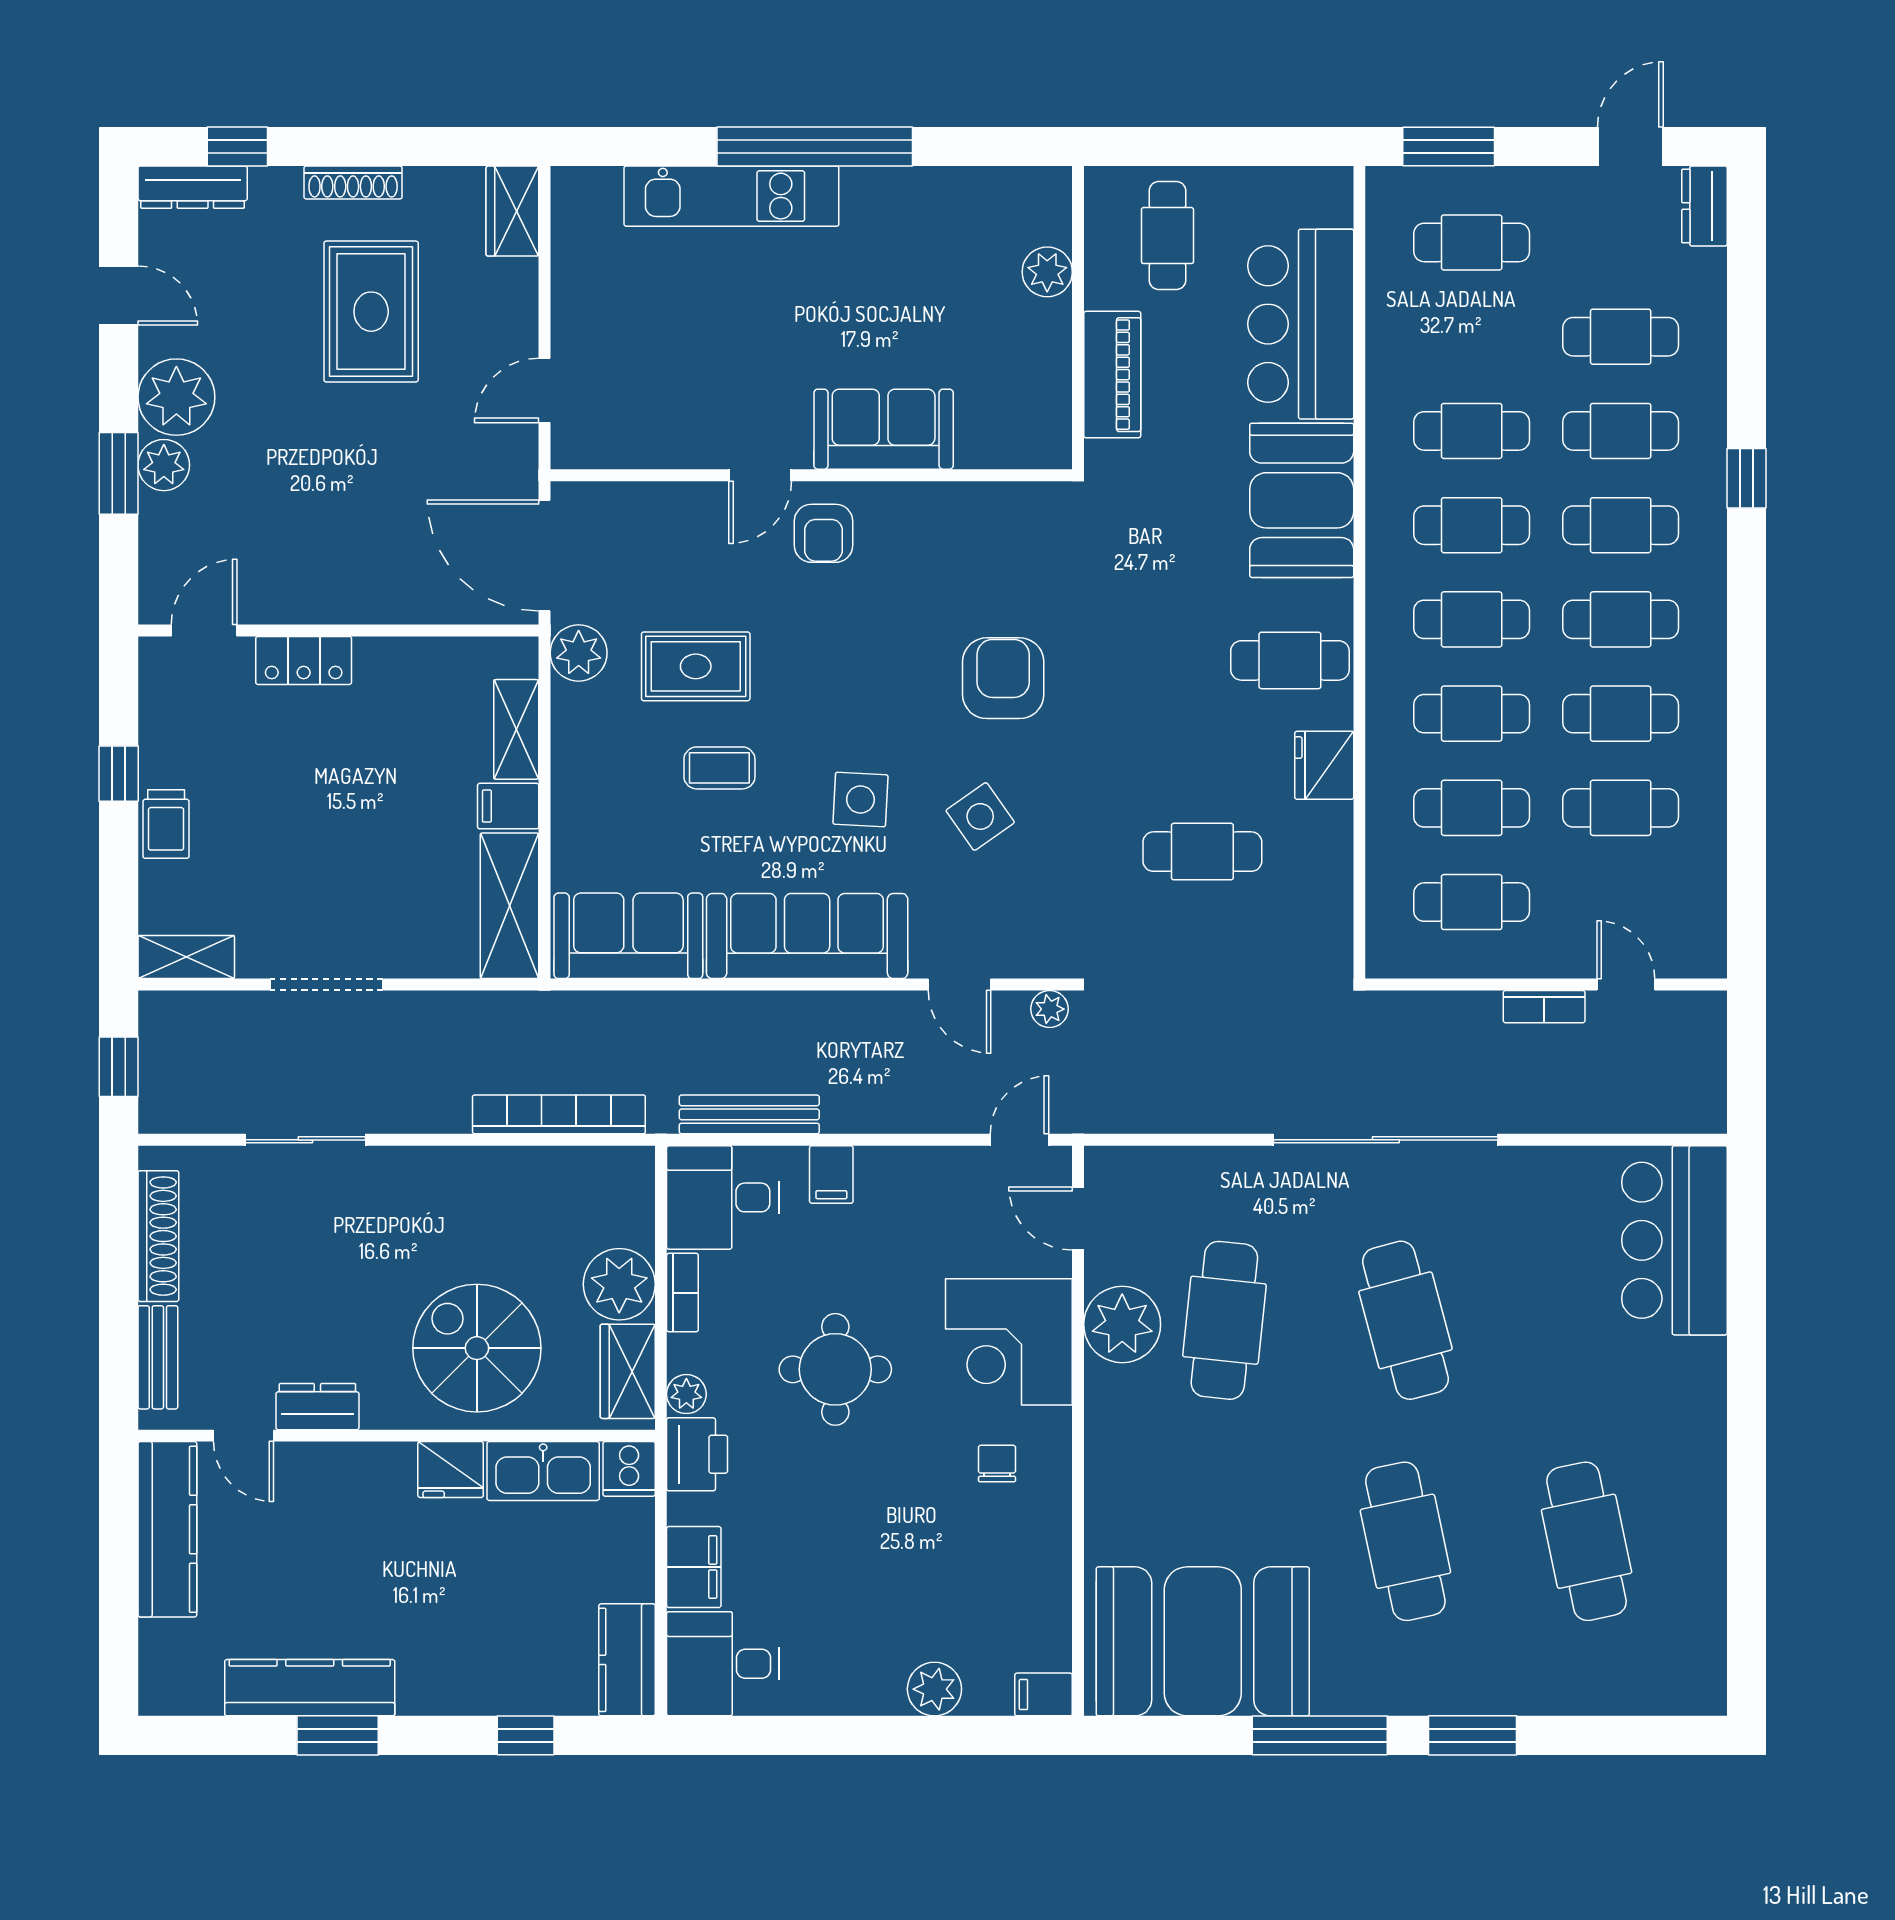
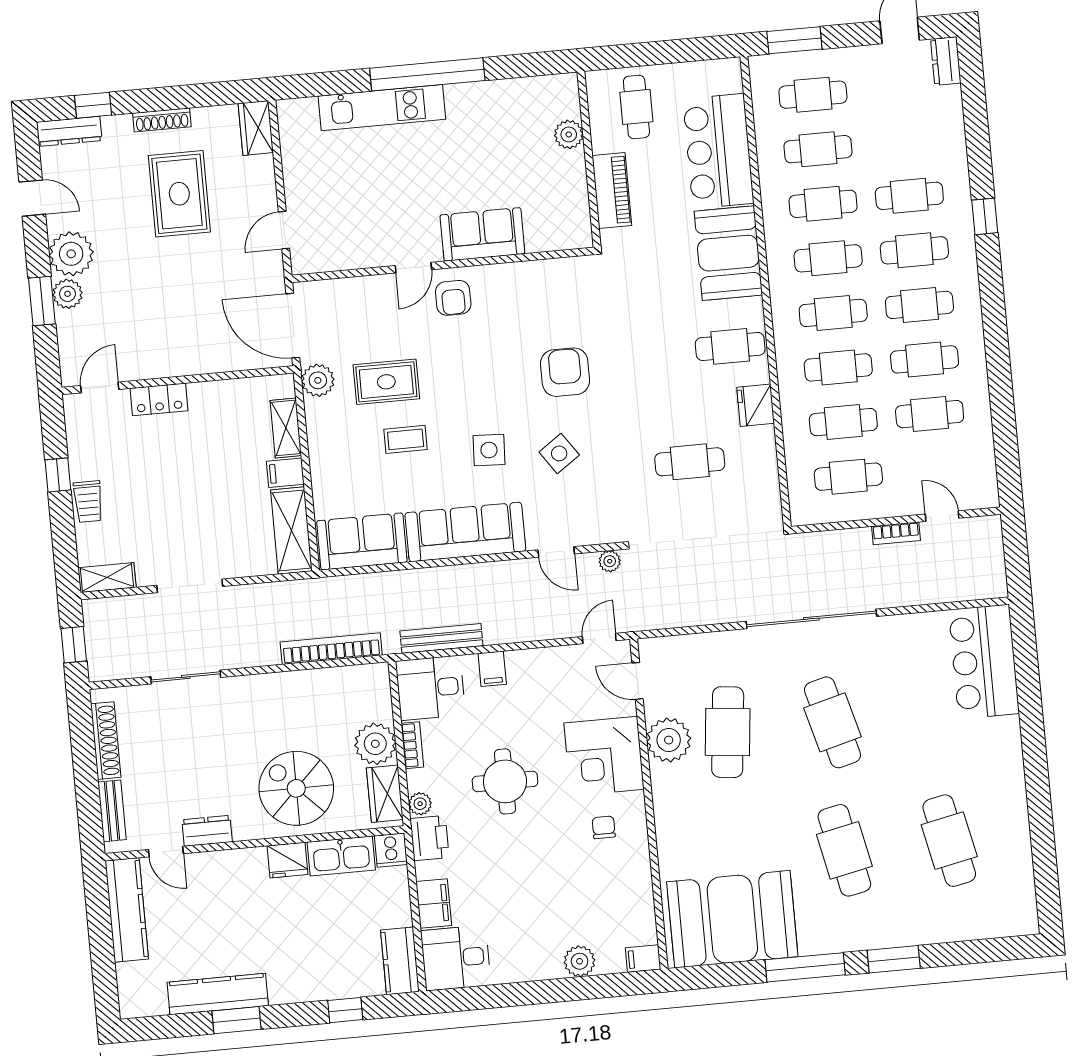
cafe table: (1621, 337) -> (818, 149), moved

